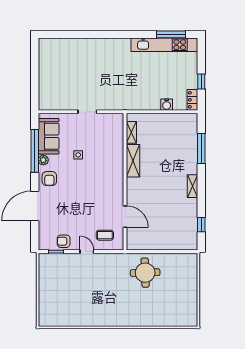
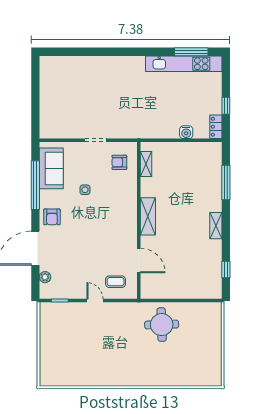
plant: (43, 160) -> (45, 277), moved
shelving: (133, 161) -> (148, 216), moved
armchair: (64, 241) -> (119, 162), moved

